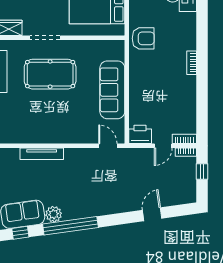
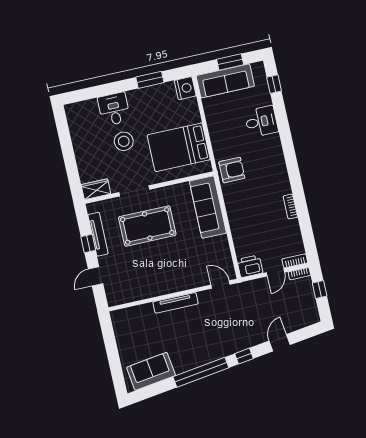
bookcase: (192, 63) -> (290, 207), moved
sofa: (112, 90) -> (208, 207), moved
tv unit: (42, 154) -> (176, 303), moved
plant: (54, 214) -> (182, 364), removed
window: (20, 233) -> (244, 356), moved

